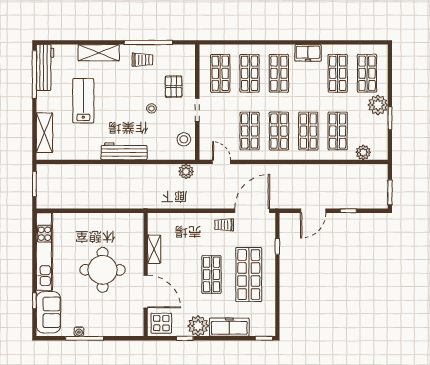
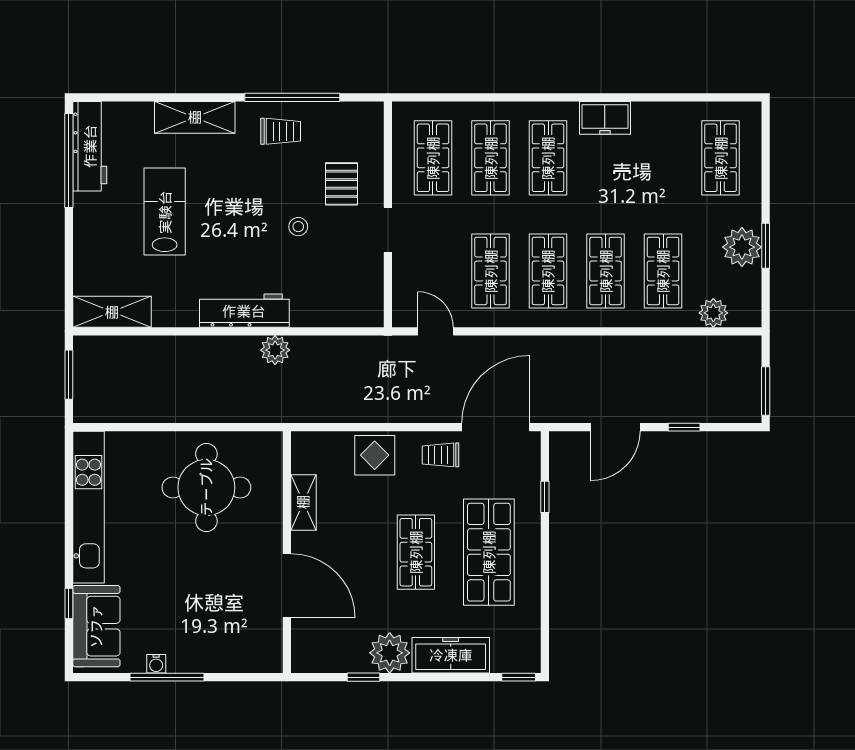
shop shelf: (338, 73) -> (663, 158), removed
plant: (378, 105) -> (742, 247), moved
shelving: (44, 133) -> (112, 312), moved, turned 90
stool: (184, 139) -> (362, 287), removed
plant: (186, 171) -> (275, 350), moved
round table: (103, 270) -> (206, 487), moved
display table: (161, 323) -> (375, 455), moved

